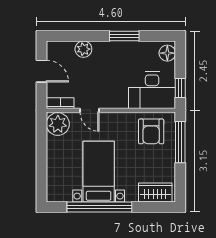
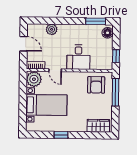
window: (124, 36) -> (96, 21), moved
desk: (152, 90) -> (78, 57), moved, width x0.73
bed with nightstands: (99, 172) -> (46, 105), moved, turned 90
window: (99, 207) -> (61, 135), width x0.32

